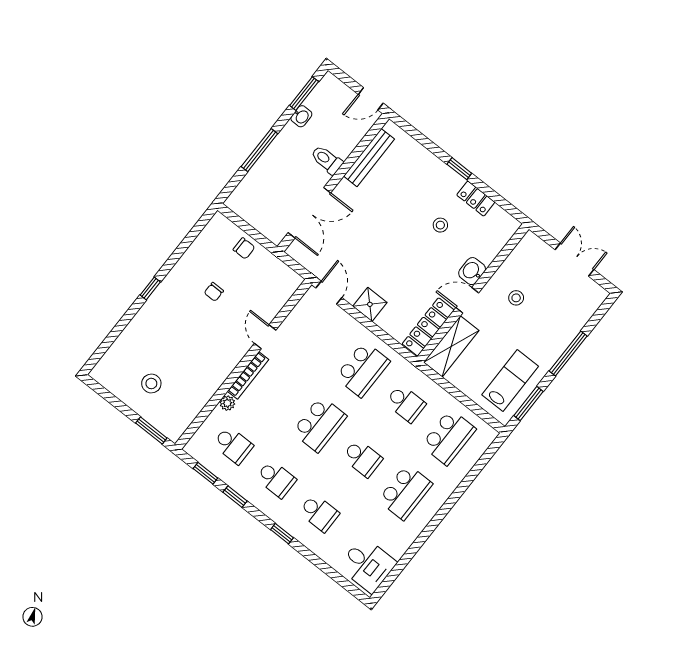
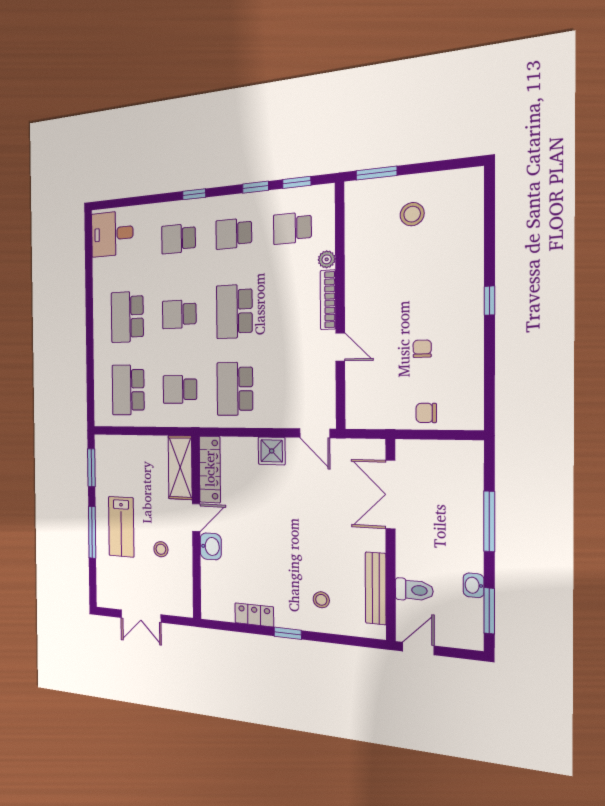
toilet: (327, 160) -> (414, 590), moved
stool: (440, 225) -> (321, 600), moved
lab bench: (510, 380) -> (121, 527), moved

